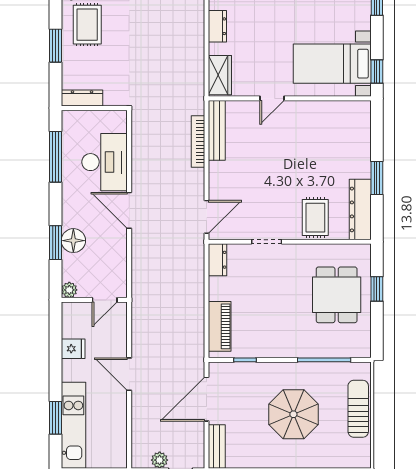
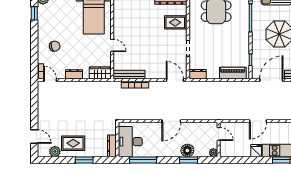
desk: (105, 162) -> (130, 142), moved, turned -90
fridge: (73, 349) -> (256, 151), moved
door: (207, 399) -> (271, 80), swing flipped

